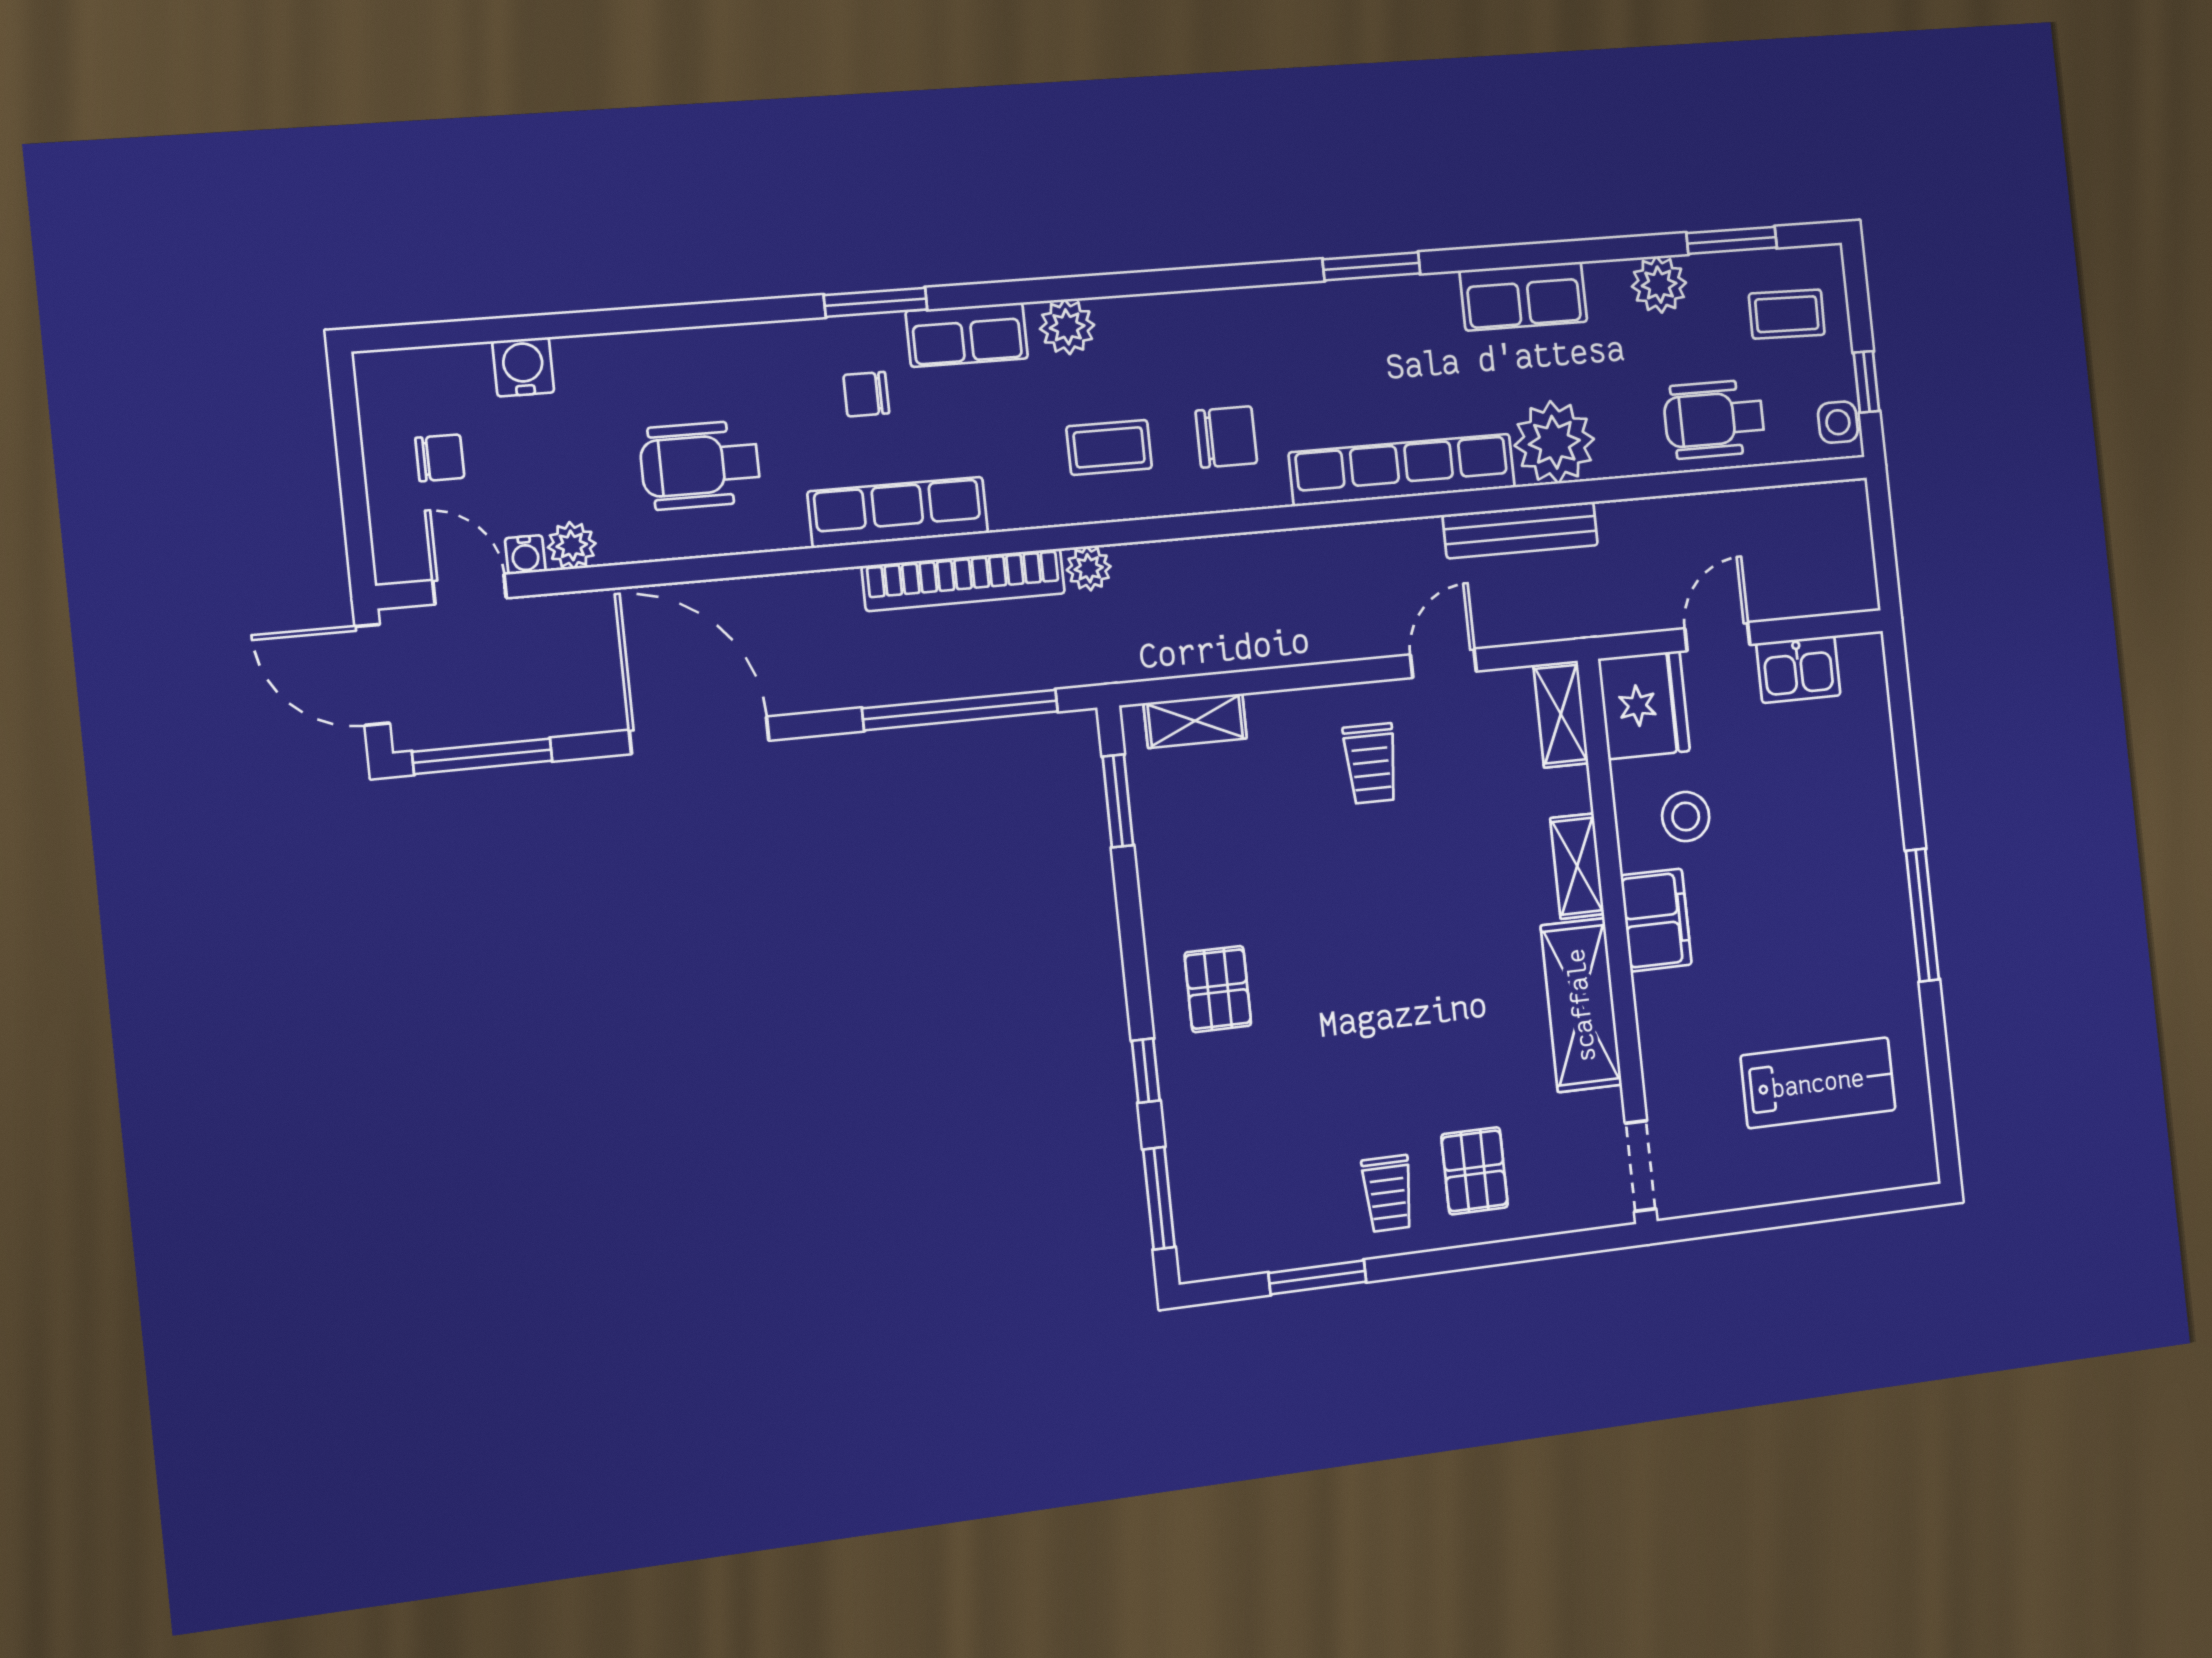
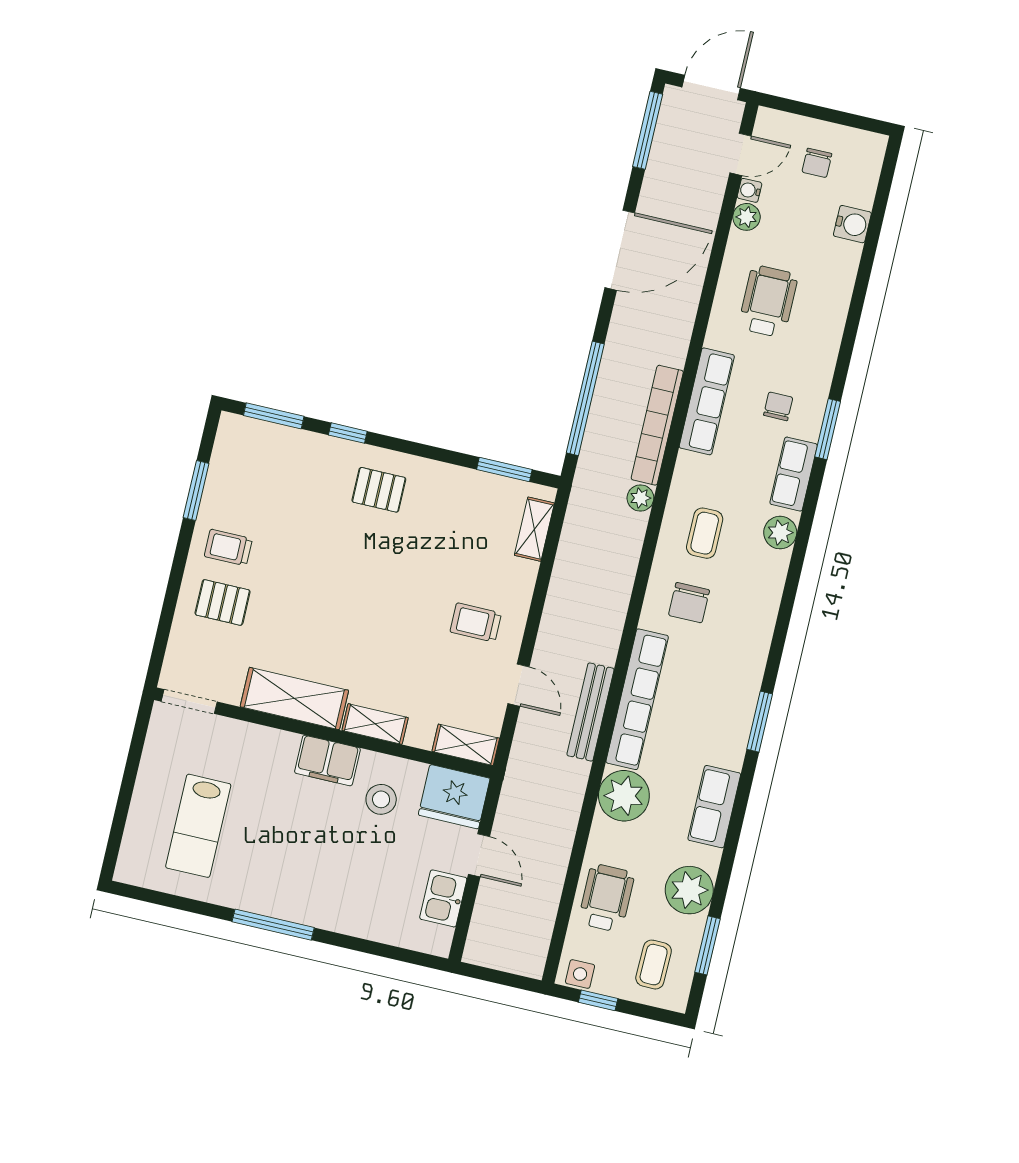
plant: (1659, 285) -> (689, 890), width x1.36, depth x1.36
bench: (1520, 530) -> (590, 712), moved

